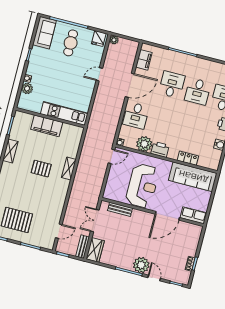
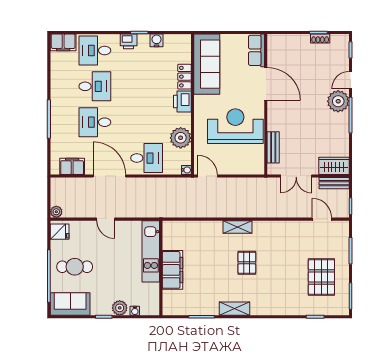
plant: (27, 88) -> (120, 308), moved
kitchen unit: (64, 114) -> (151, 251), moved
wall: (50, 118) -> (161, 268), moved
filing cabinet: (47, 126) -> (172, 270), moved
printer: (160, 149) -> (182, 102), moved

